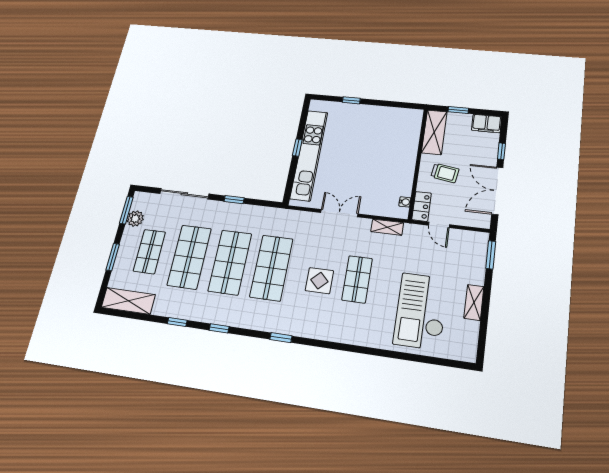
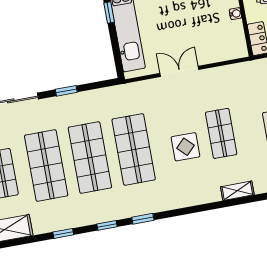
water cooler: (405, 202) -> (235, 14), moved
shelving: (387, 227) -> (237, 191), moved
window: (281, 338) -> (143, 219), moved

